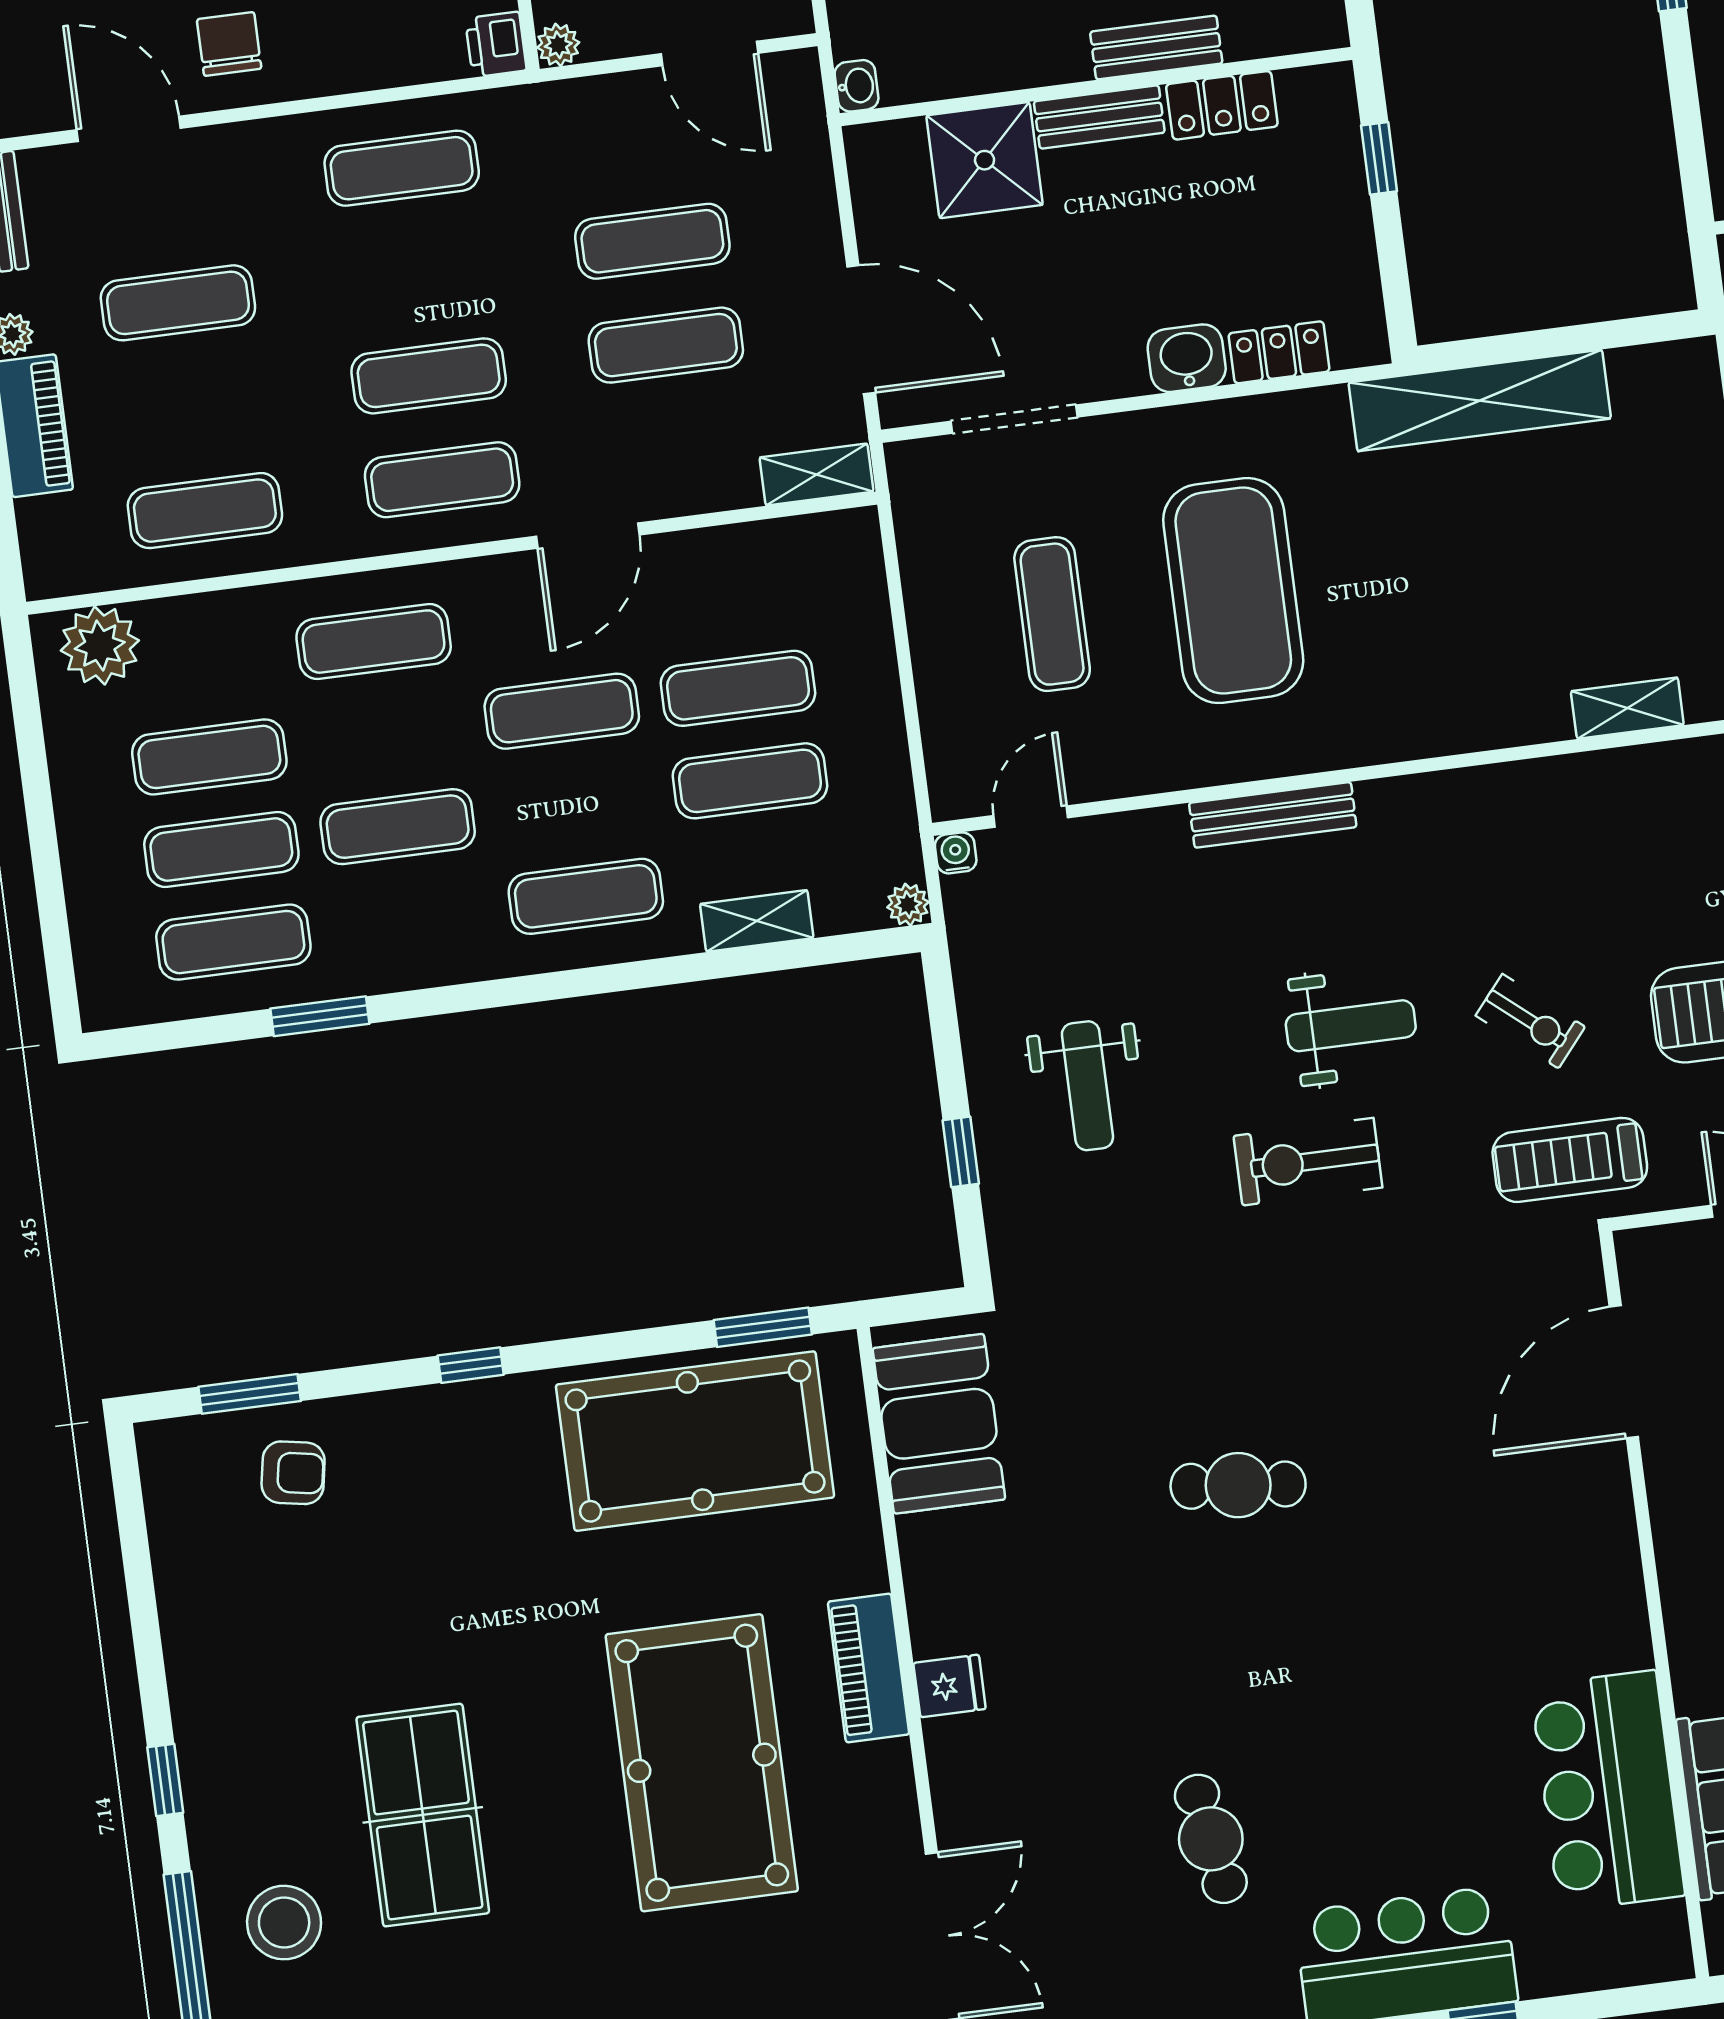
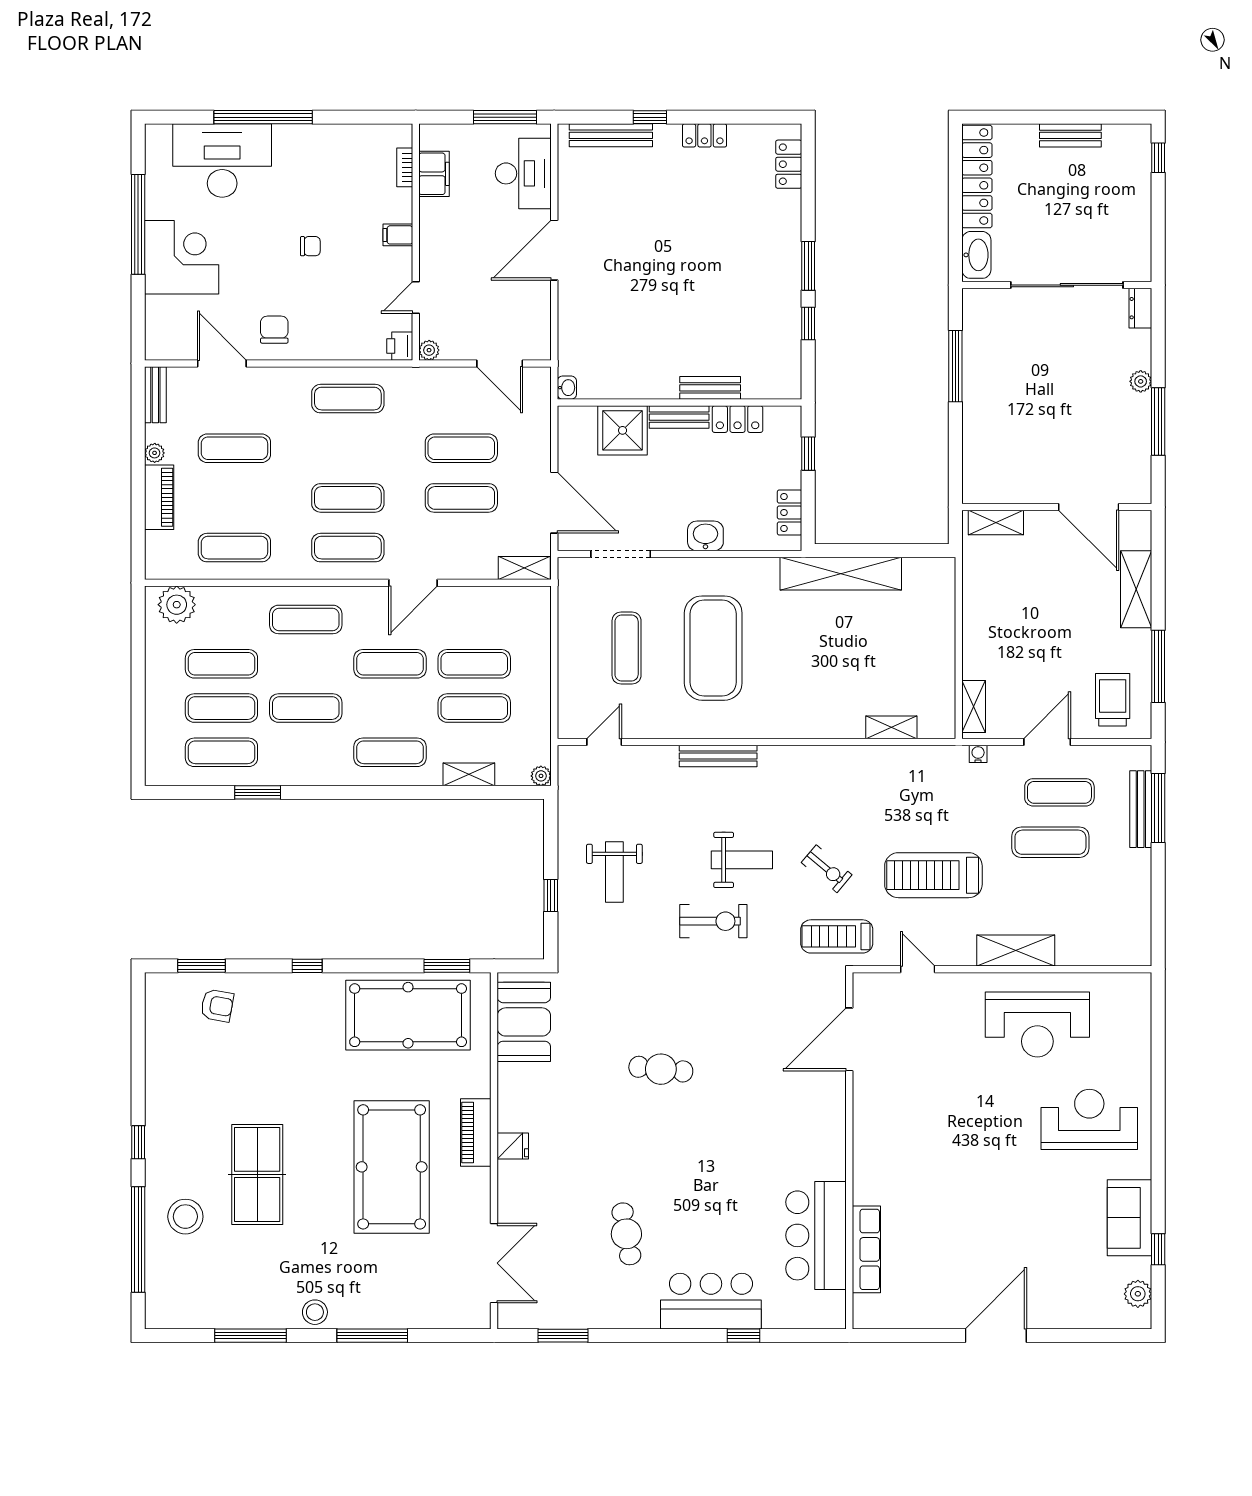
locker: (1279, 352) -> (790, 512), moved, turned -90
water cooler: (956, 853) -> (567, 754), removed
exercise bike: (1308, 1162) -> (713, 921), turned 180

